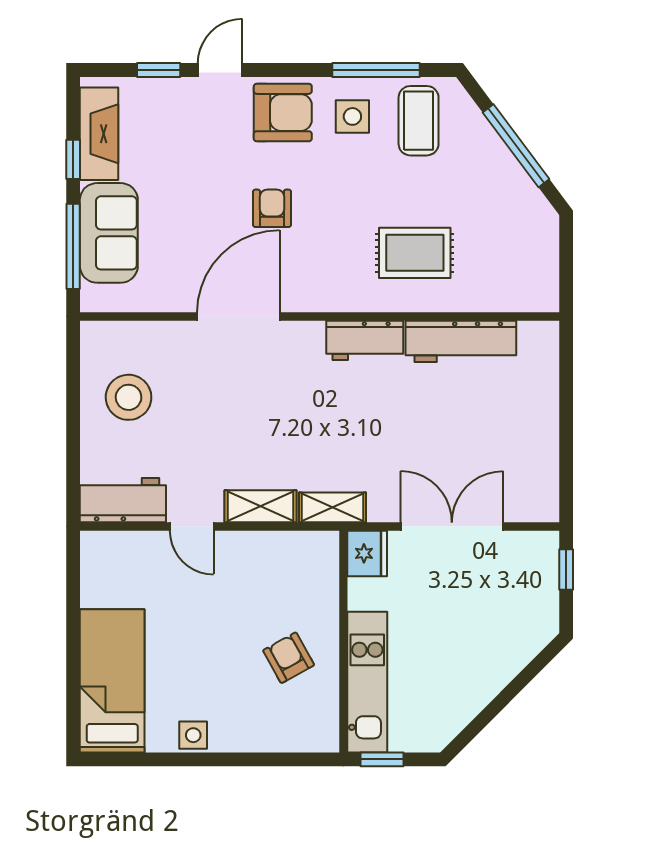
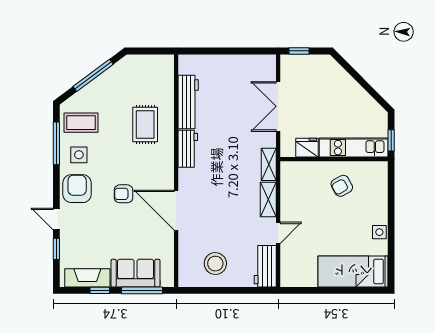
fridge: (367, 553) -> (307, 148), moved

